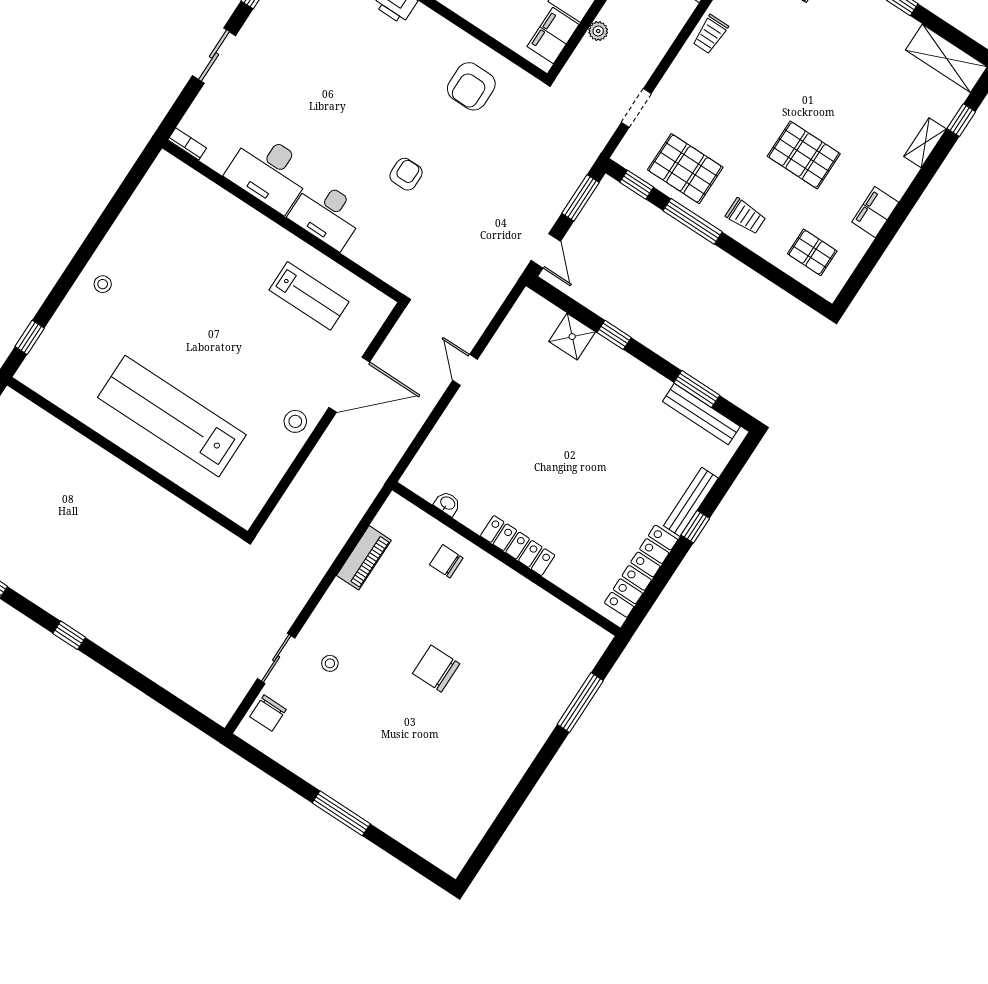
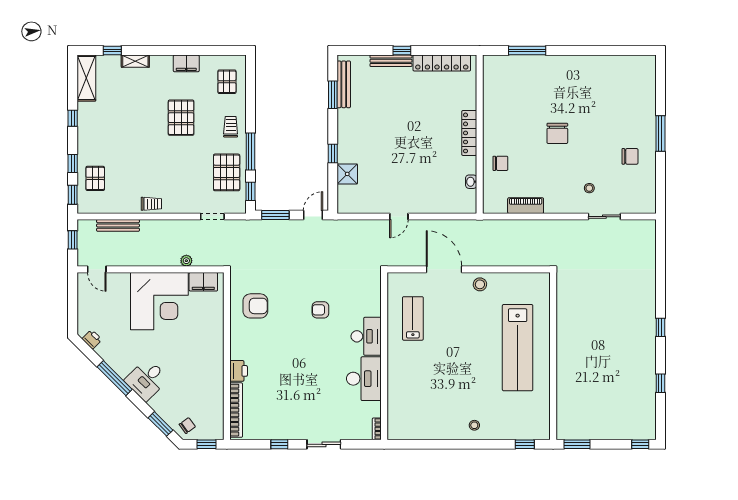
chair: (446, 561) -> (500, 163), turned -90
chair: (268, 713) -> (630, 156), moved

